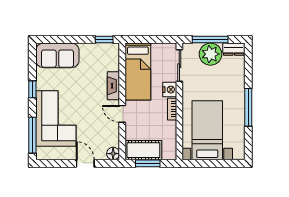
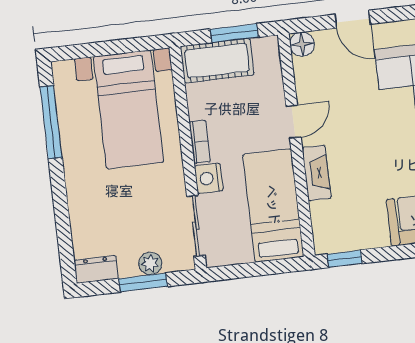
window: (210, 39) -> (143, 282), width x0.69
plant: (210, 54) -> (150, 263), width x0.53, depth x0.53
window: (248, 107) -> (51, 122), moved
door: (122, 114) -> (294, 122), hinge flipped
cot: (143, 150) -> (217, 61), moved

